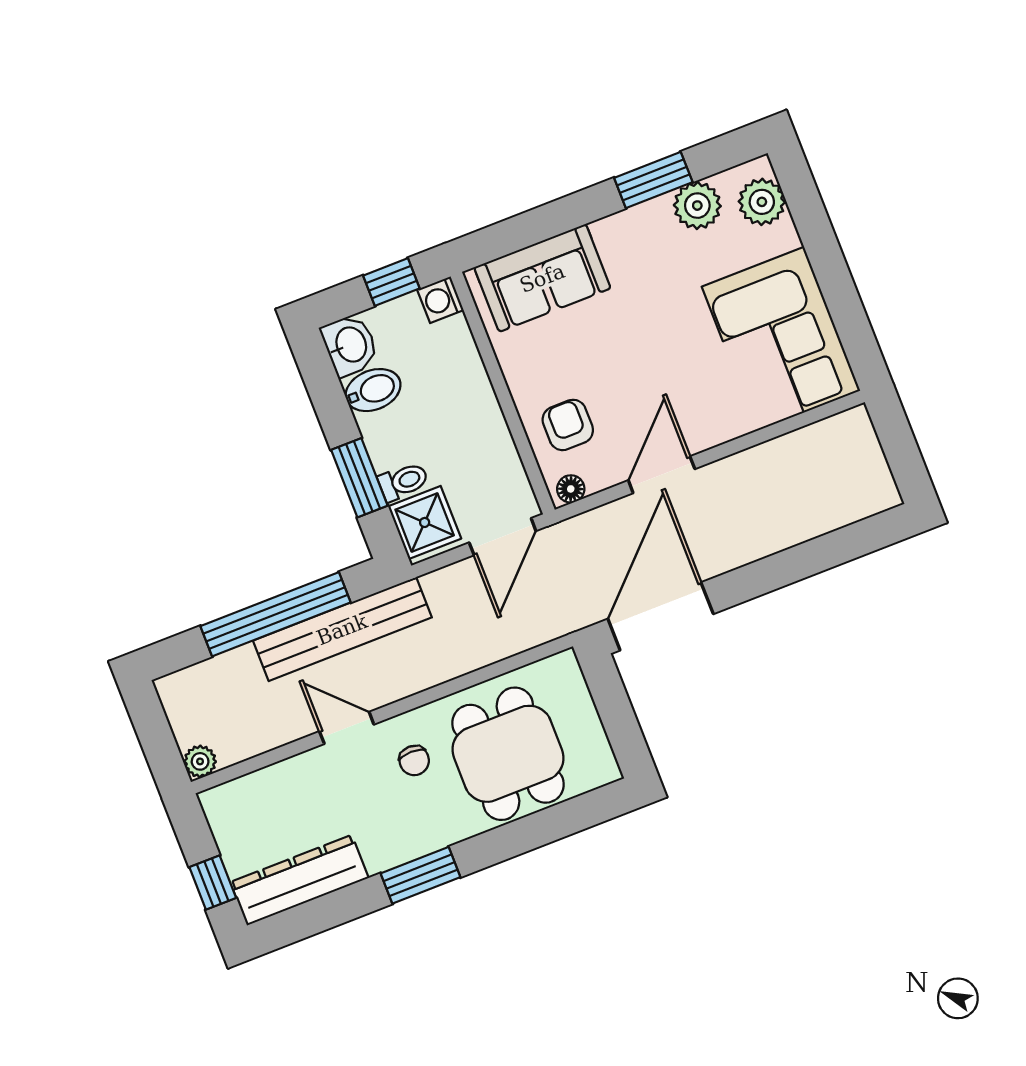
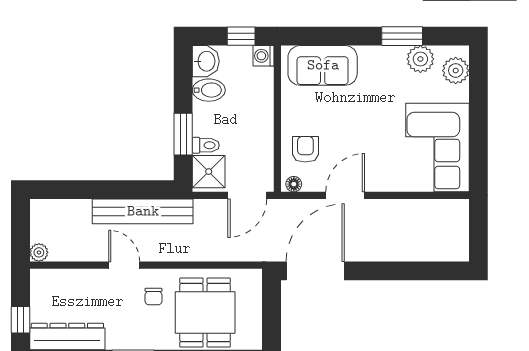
window: (275, 614) -> (110, 190), removed

